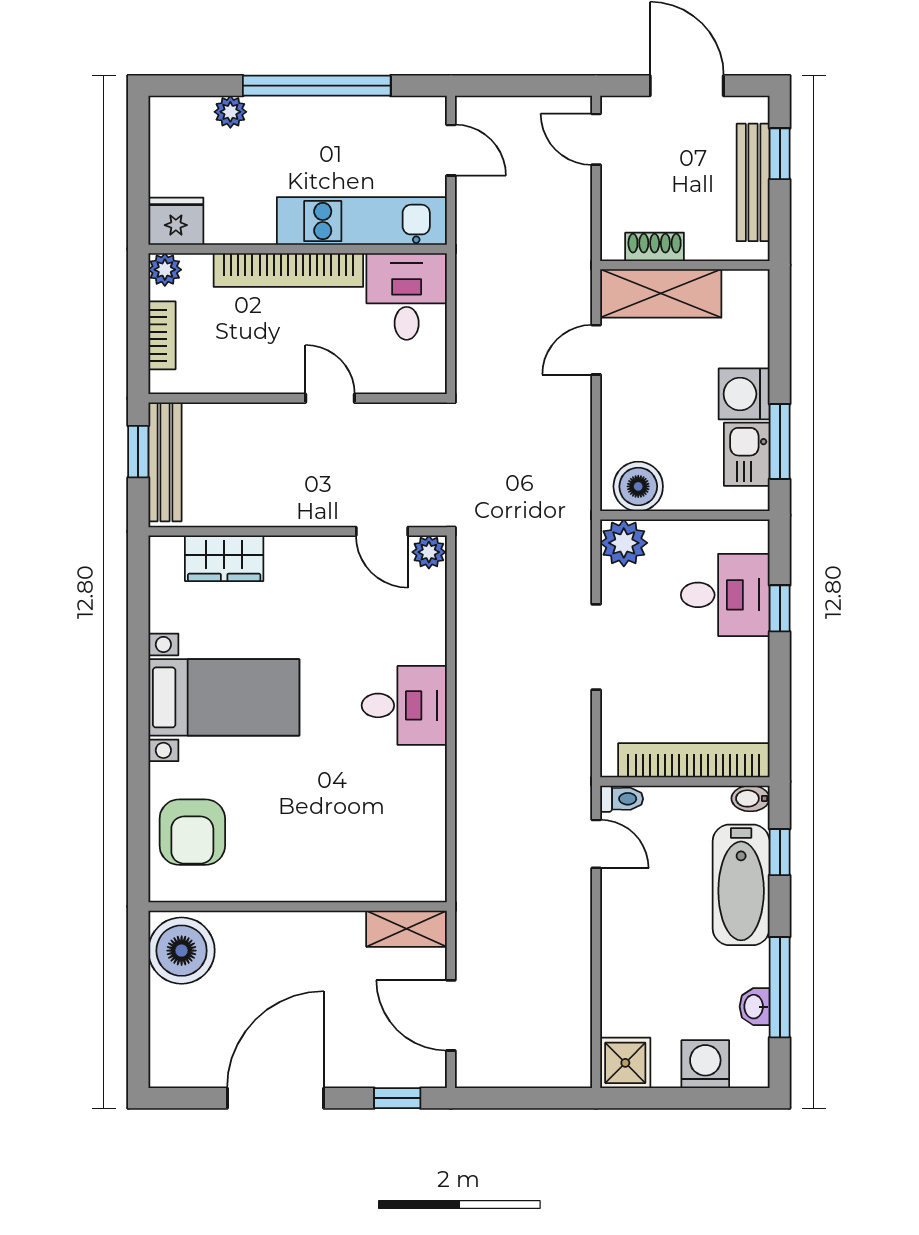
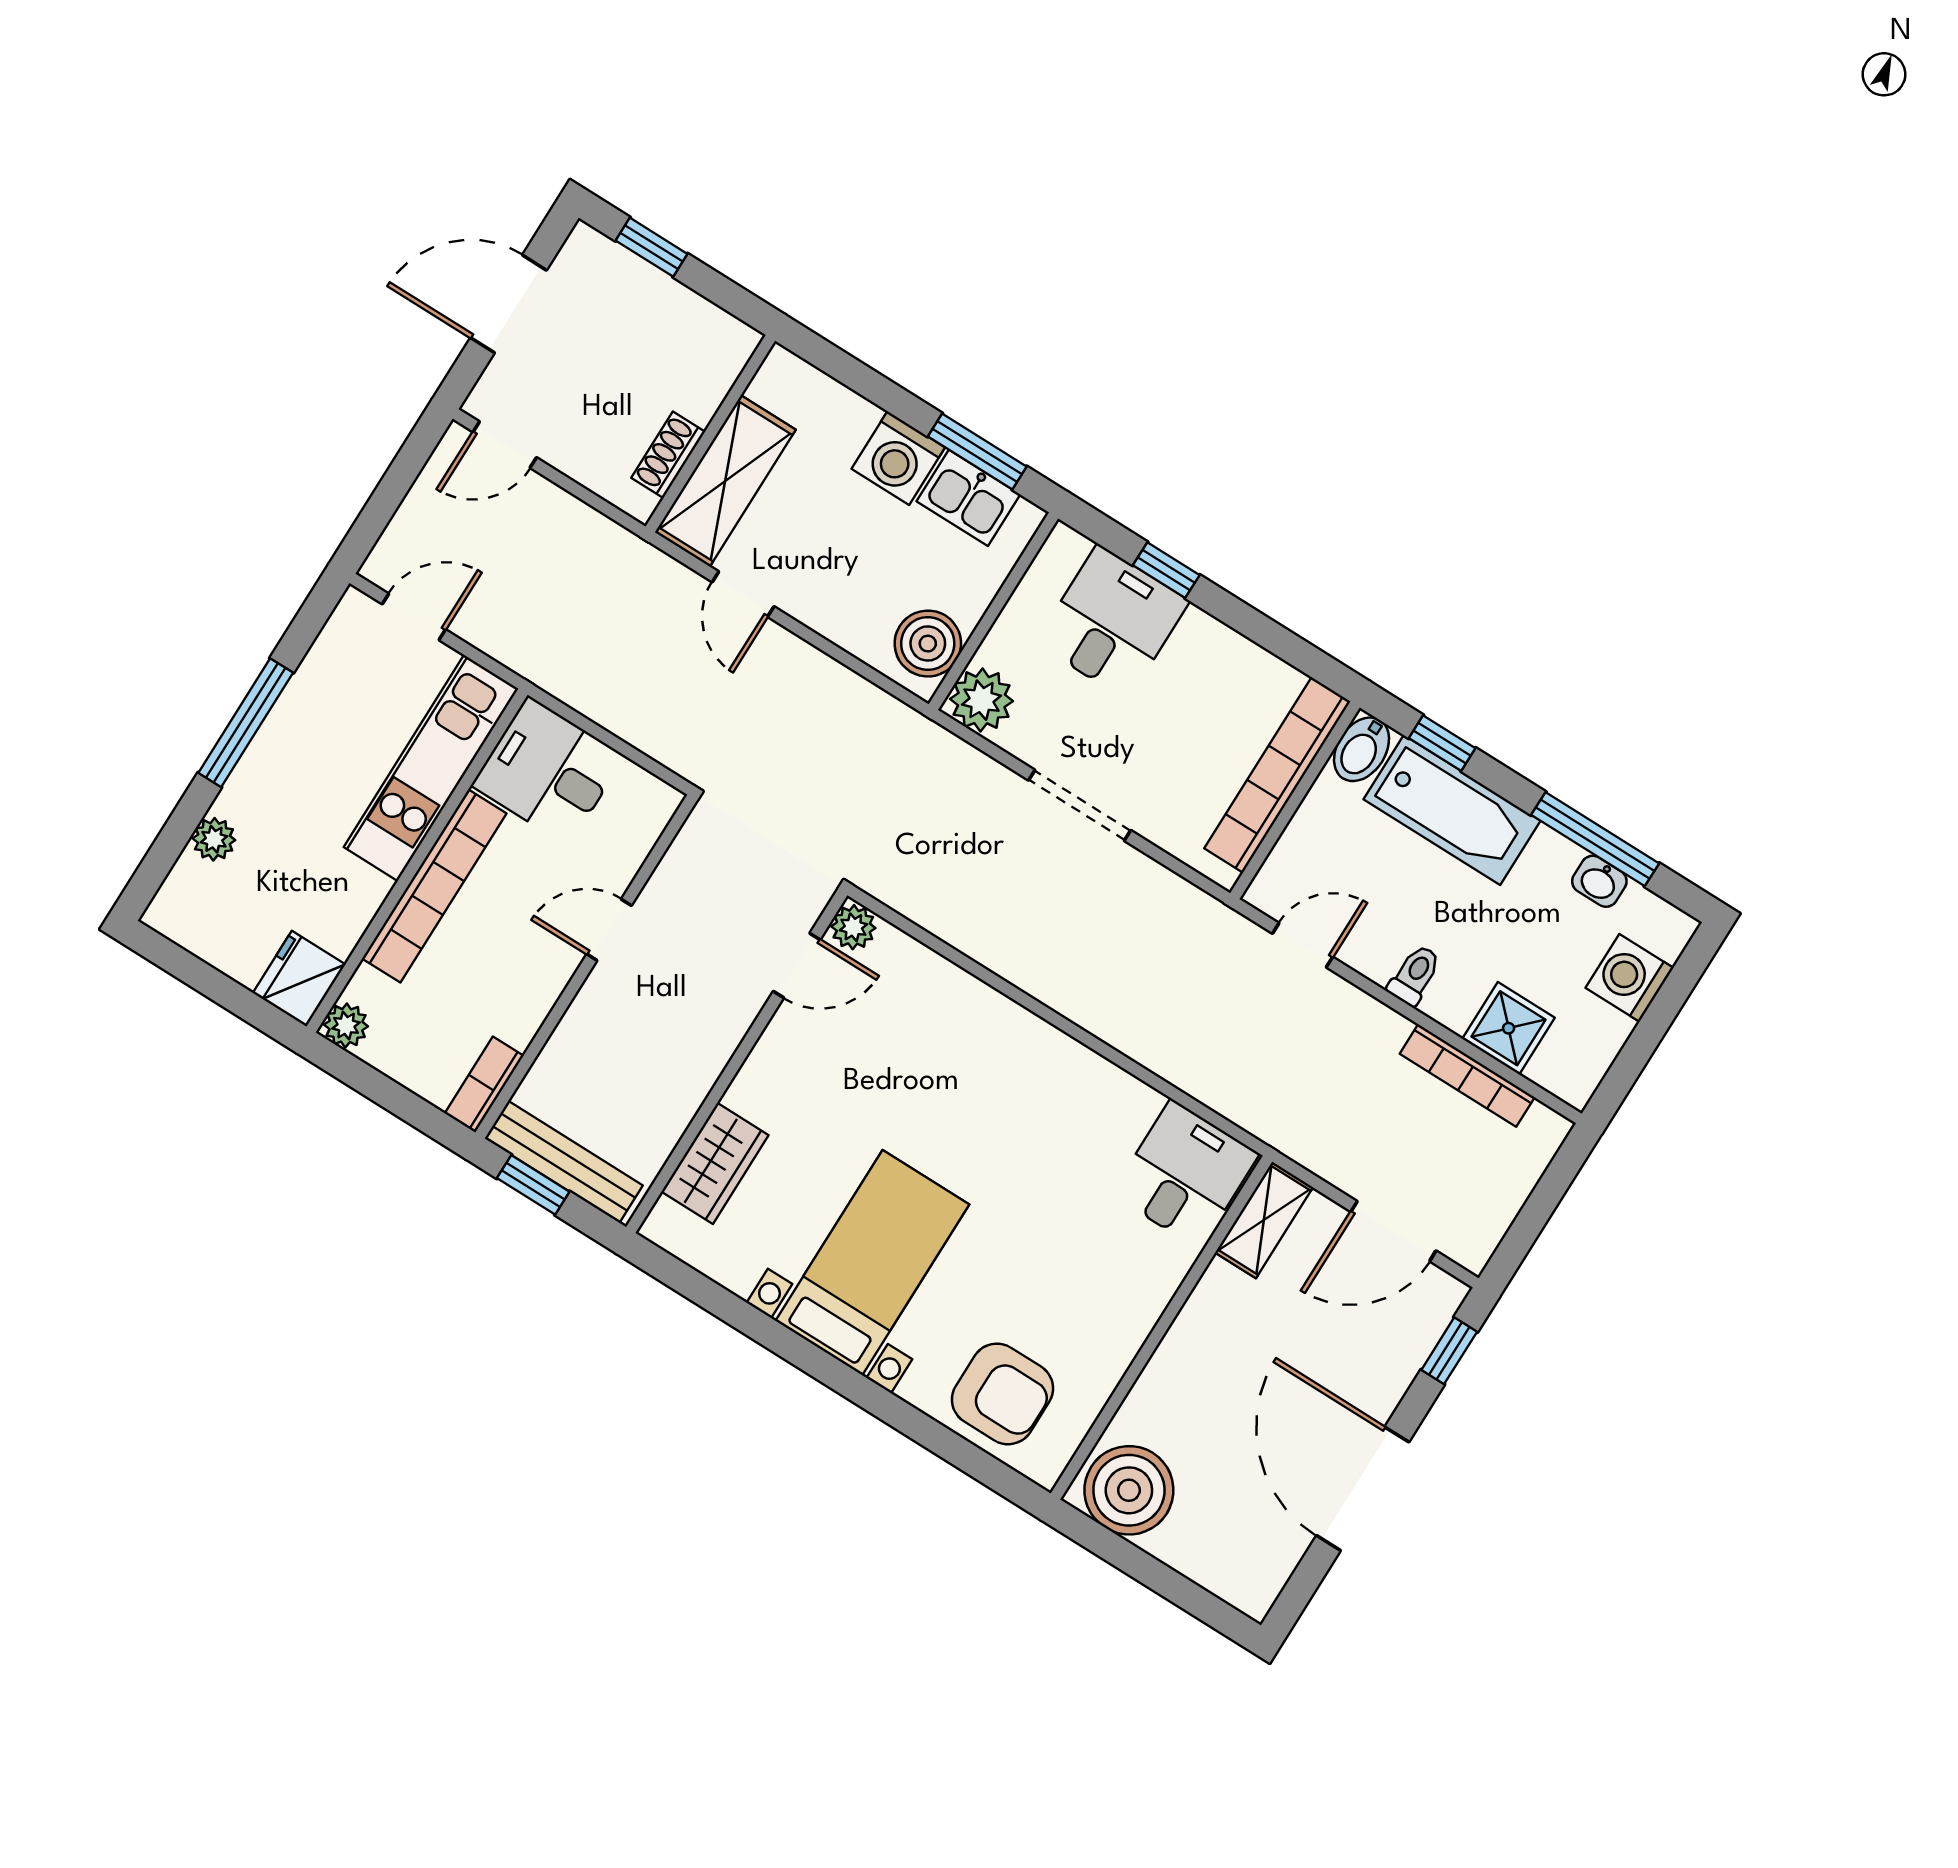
window: (317, 86) -> (246, 723), width x0.68
bench: (753, 182) -> (665, 298), removed
bookcase: (162, 335) -> (484, 1085), moved, turned -90
desk: (404, 705) -> (1185, 1174), moved
bidet: (750, 798) -> (1362, 749), width x1.38, depth x1.36
toilet: (622, 799) -> (1415, 975), moved
bookcase: (579, 1000) -> (1467, 1076), added
shower: (625, 1063) -> (1509, 1028), moved

